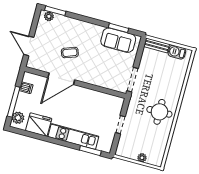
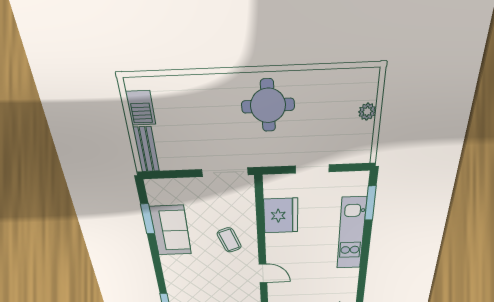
sofa: (118, 40) -> (171, 231), moved
coffee table: (70, 53) -> (229, 240), moved
door: (61, 79) -> (263, 273), width x0.53
fridge: (39, 125) -> (281, 216), moved, turned 180

